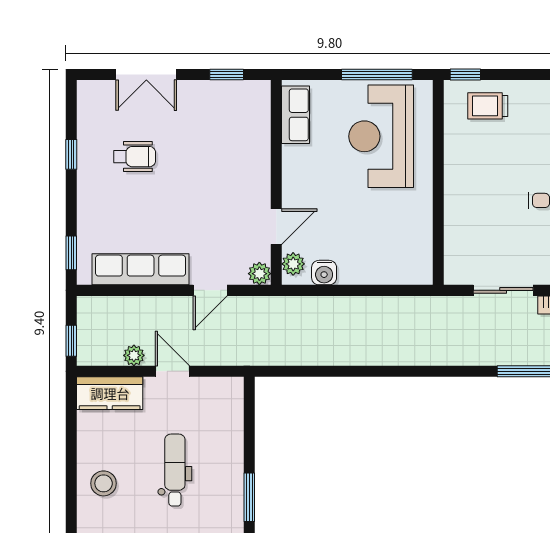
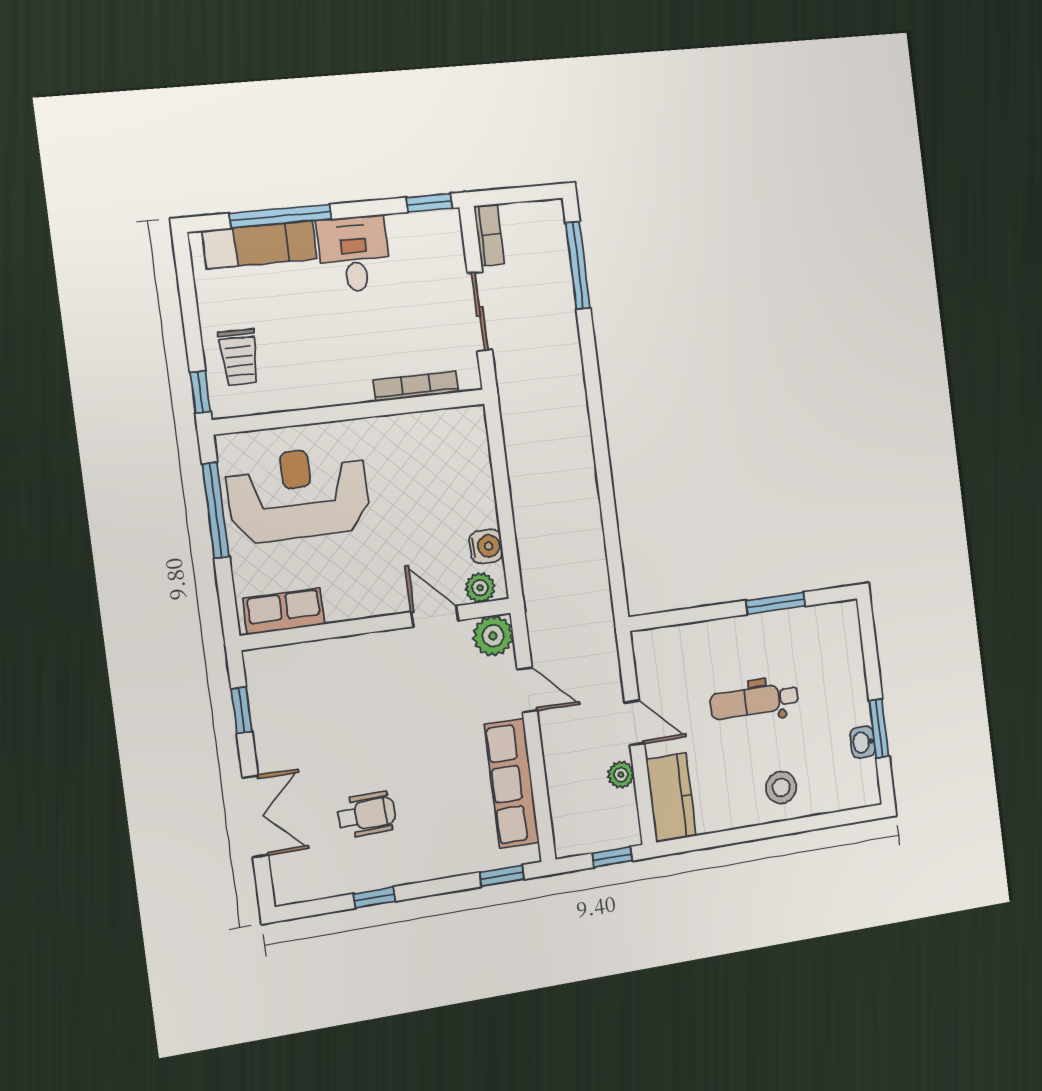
reception desk: (381, 136) -> (298, 494), turned 180
wheelchair: (135, 157) -> (367, 815), turned 88
bookcase: (452, 235) -> (416, 386), added
plant: (259, 274) -> (493, 636), width x1.38, depth x1.38
door: (172, 371) -> (634, 723), swing flipped

